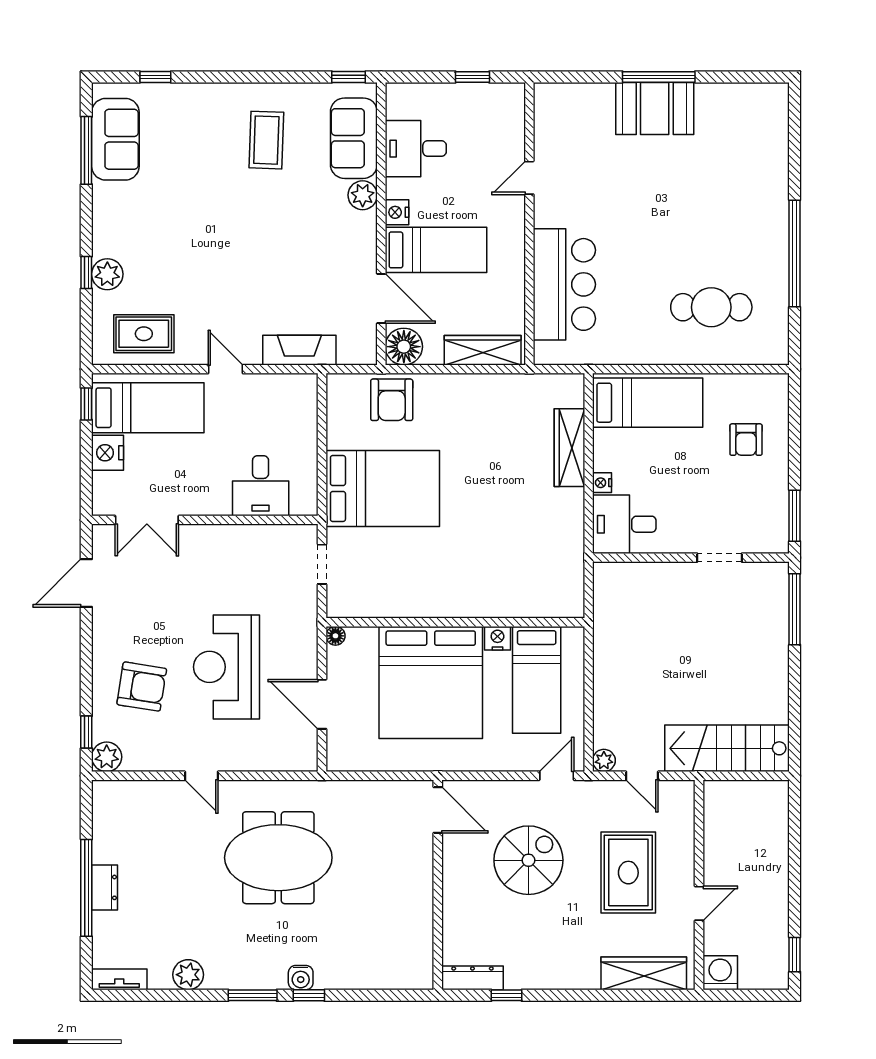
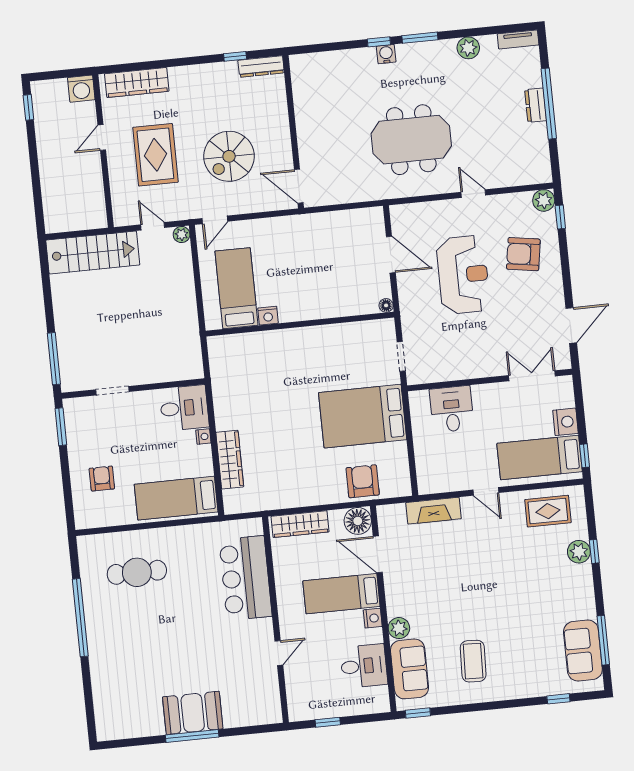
bed: (431, 682) -> (313, 278), removed

